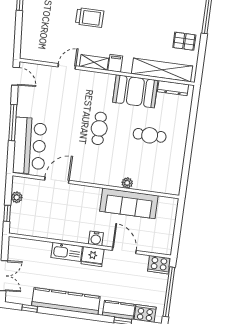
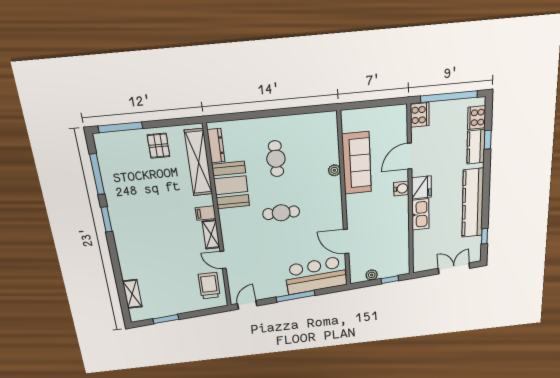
trolley: (90, 18) -> (209, 286), moved

